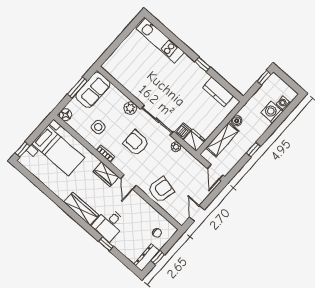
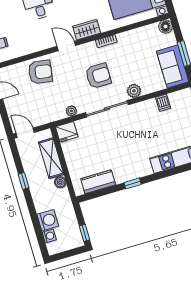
side table: (98, 127) -> (135, 50), removed
dishwasher: (183, 131) -> (163, 103), moved
armchair: (161, 190) -> (40, 72), turned -94

